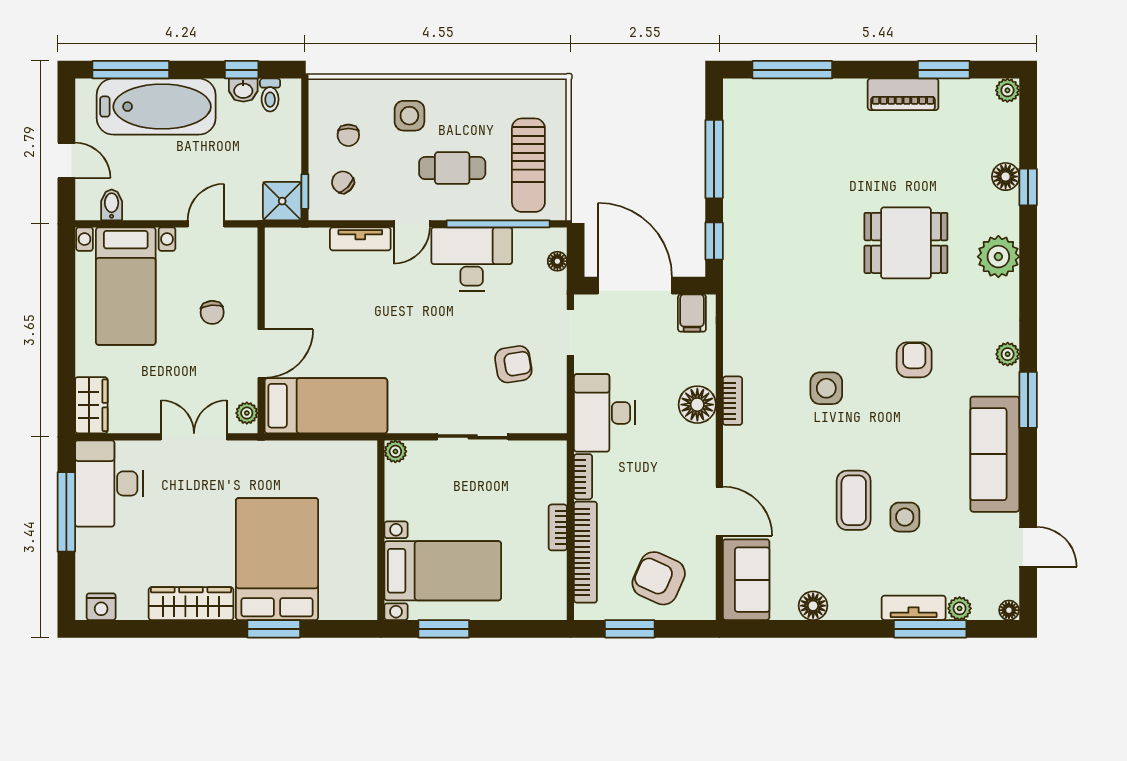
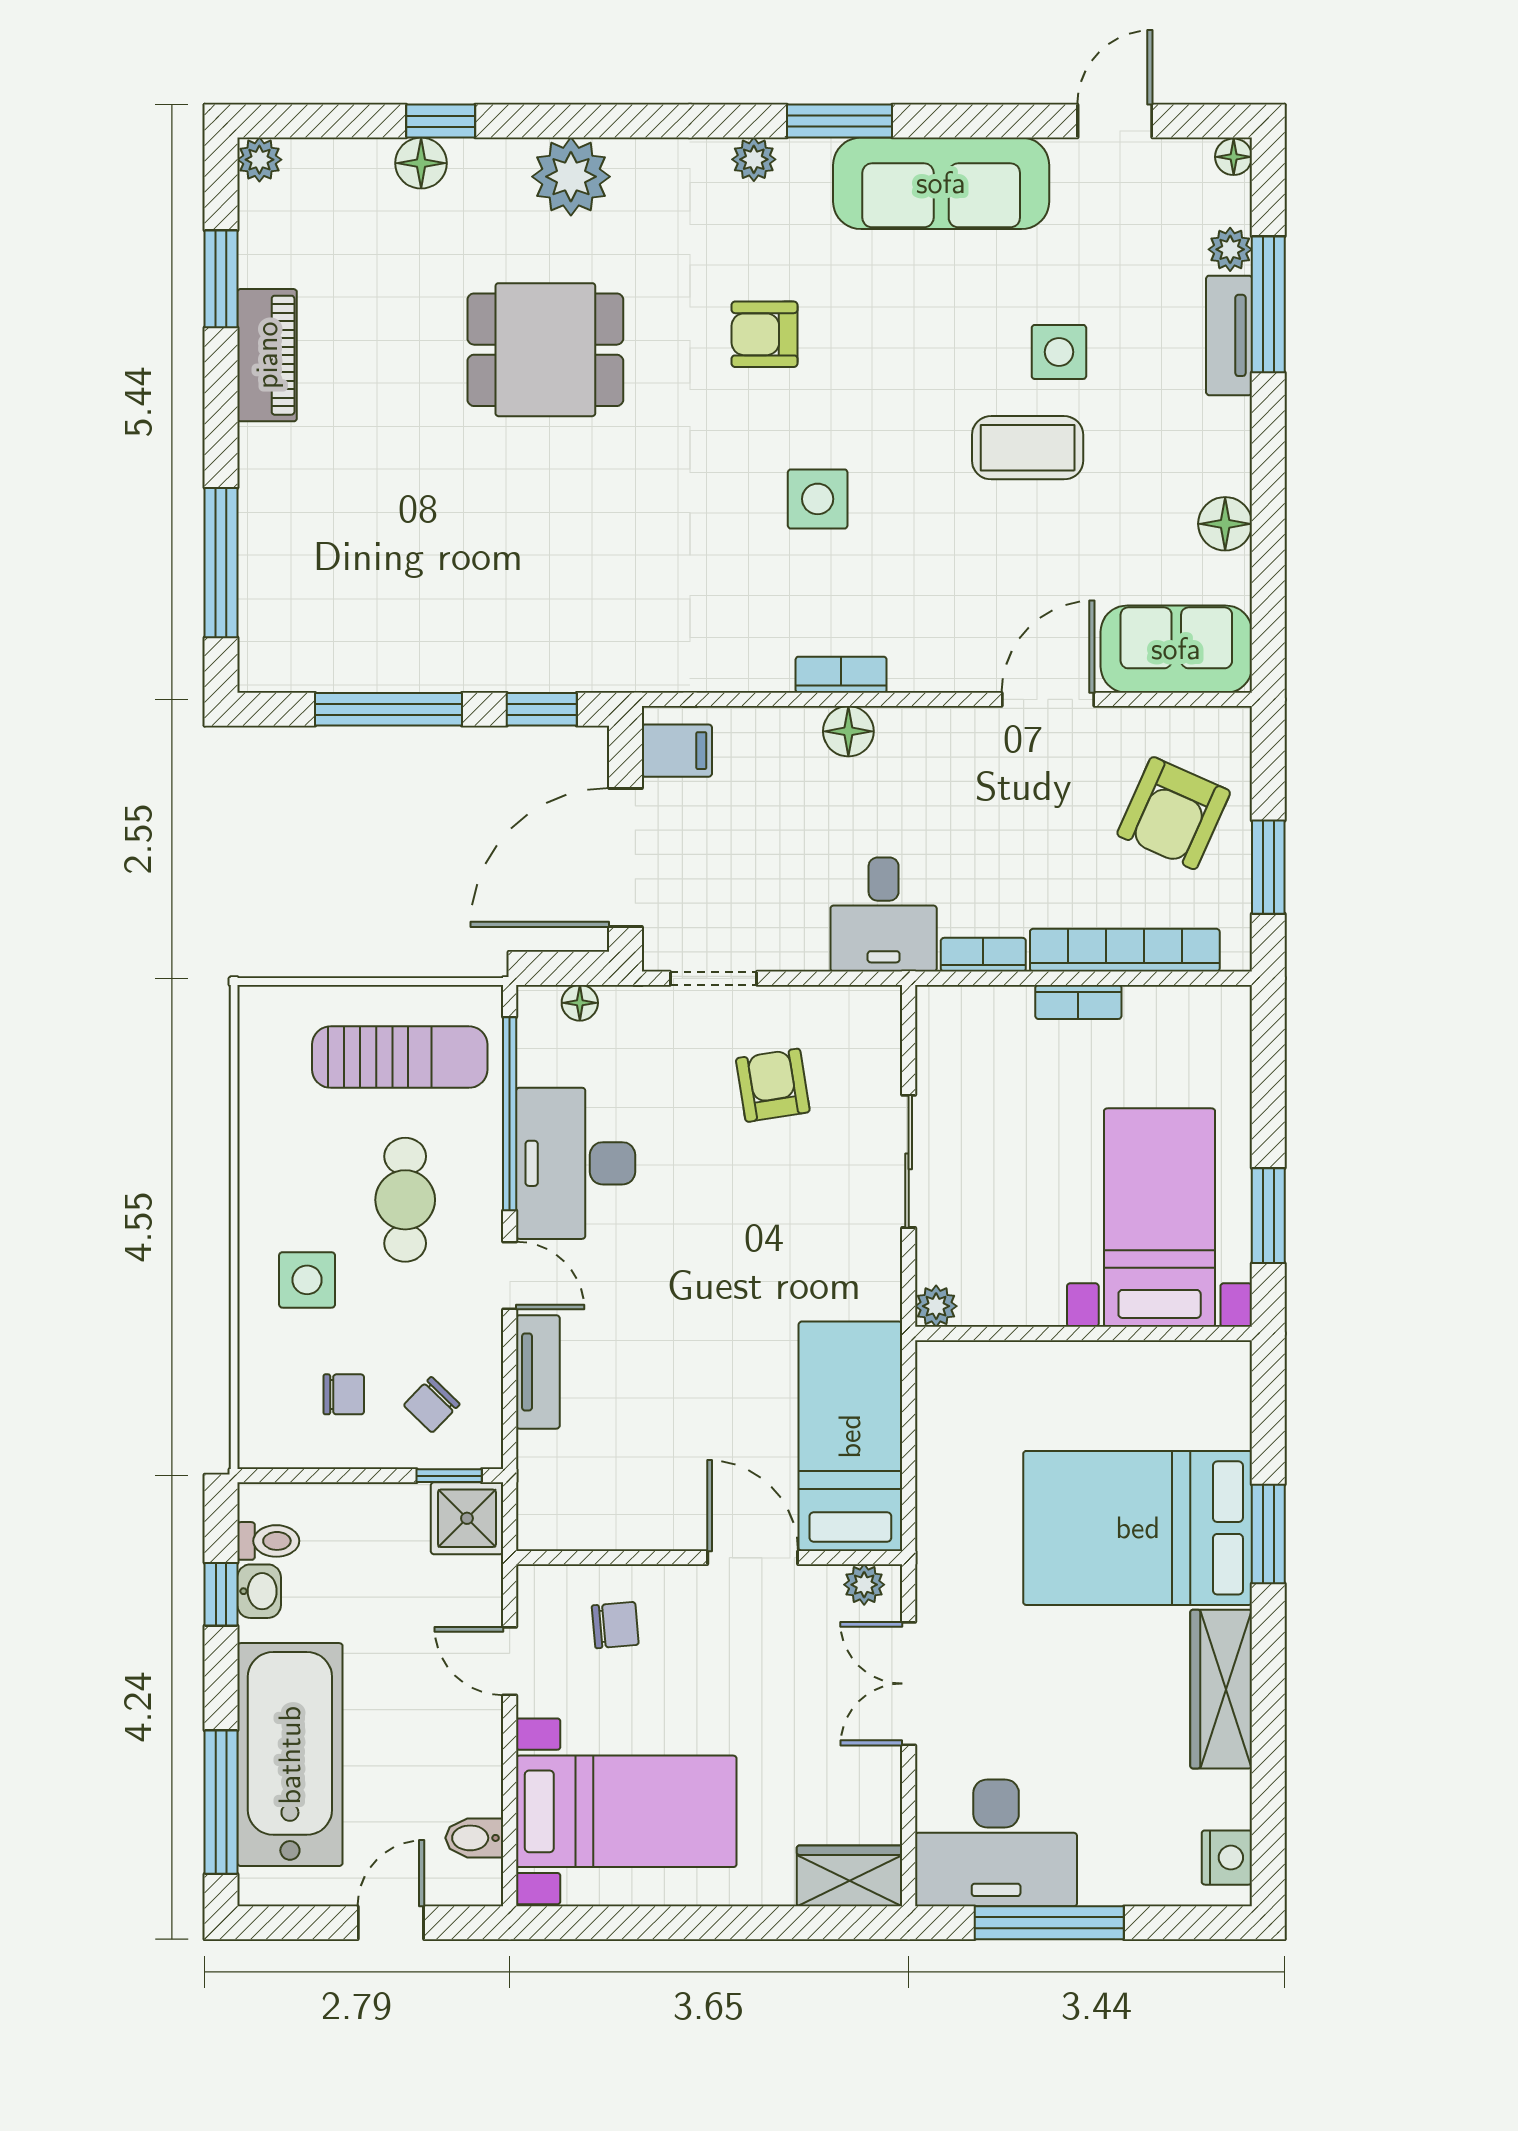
dining table: (906, 243) -> (545, 350), turned 90
chair: (212, 312) -> (615, 1625), moved
floor lamp: (697, 405) -> (848, 731), width x0.73, depth x0.73
desk: (604, 413) -> (884, 914), width x0.73

